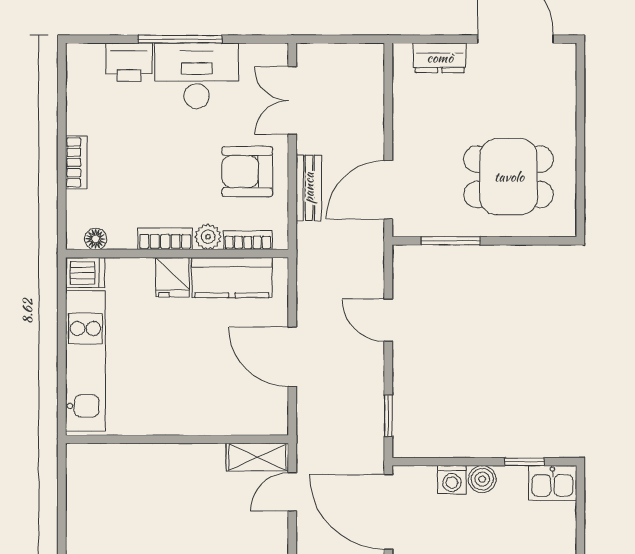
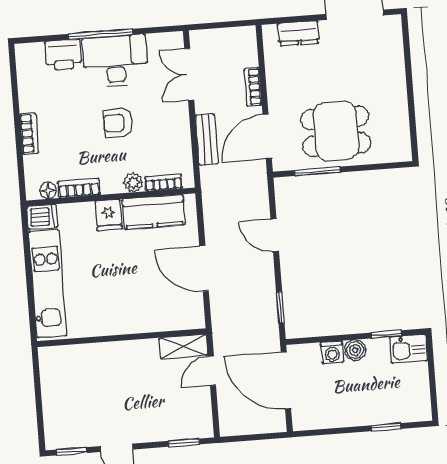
bookcase: (375, 123) -> (253, 87), added
armchair: (247, 172) -> (118, 123), moved, width x0.72, depth x0.72
dining table: (509, 177) -> (336, 131), moved
bookcase: (165, 239) -> (79, 188), moved

